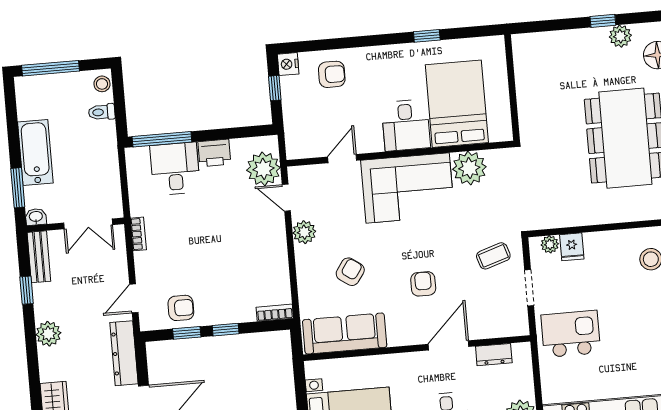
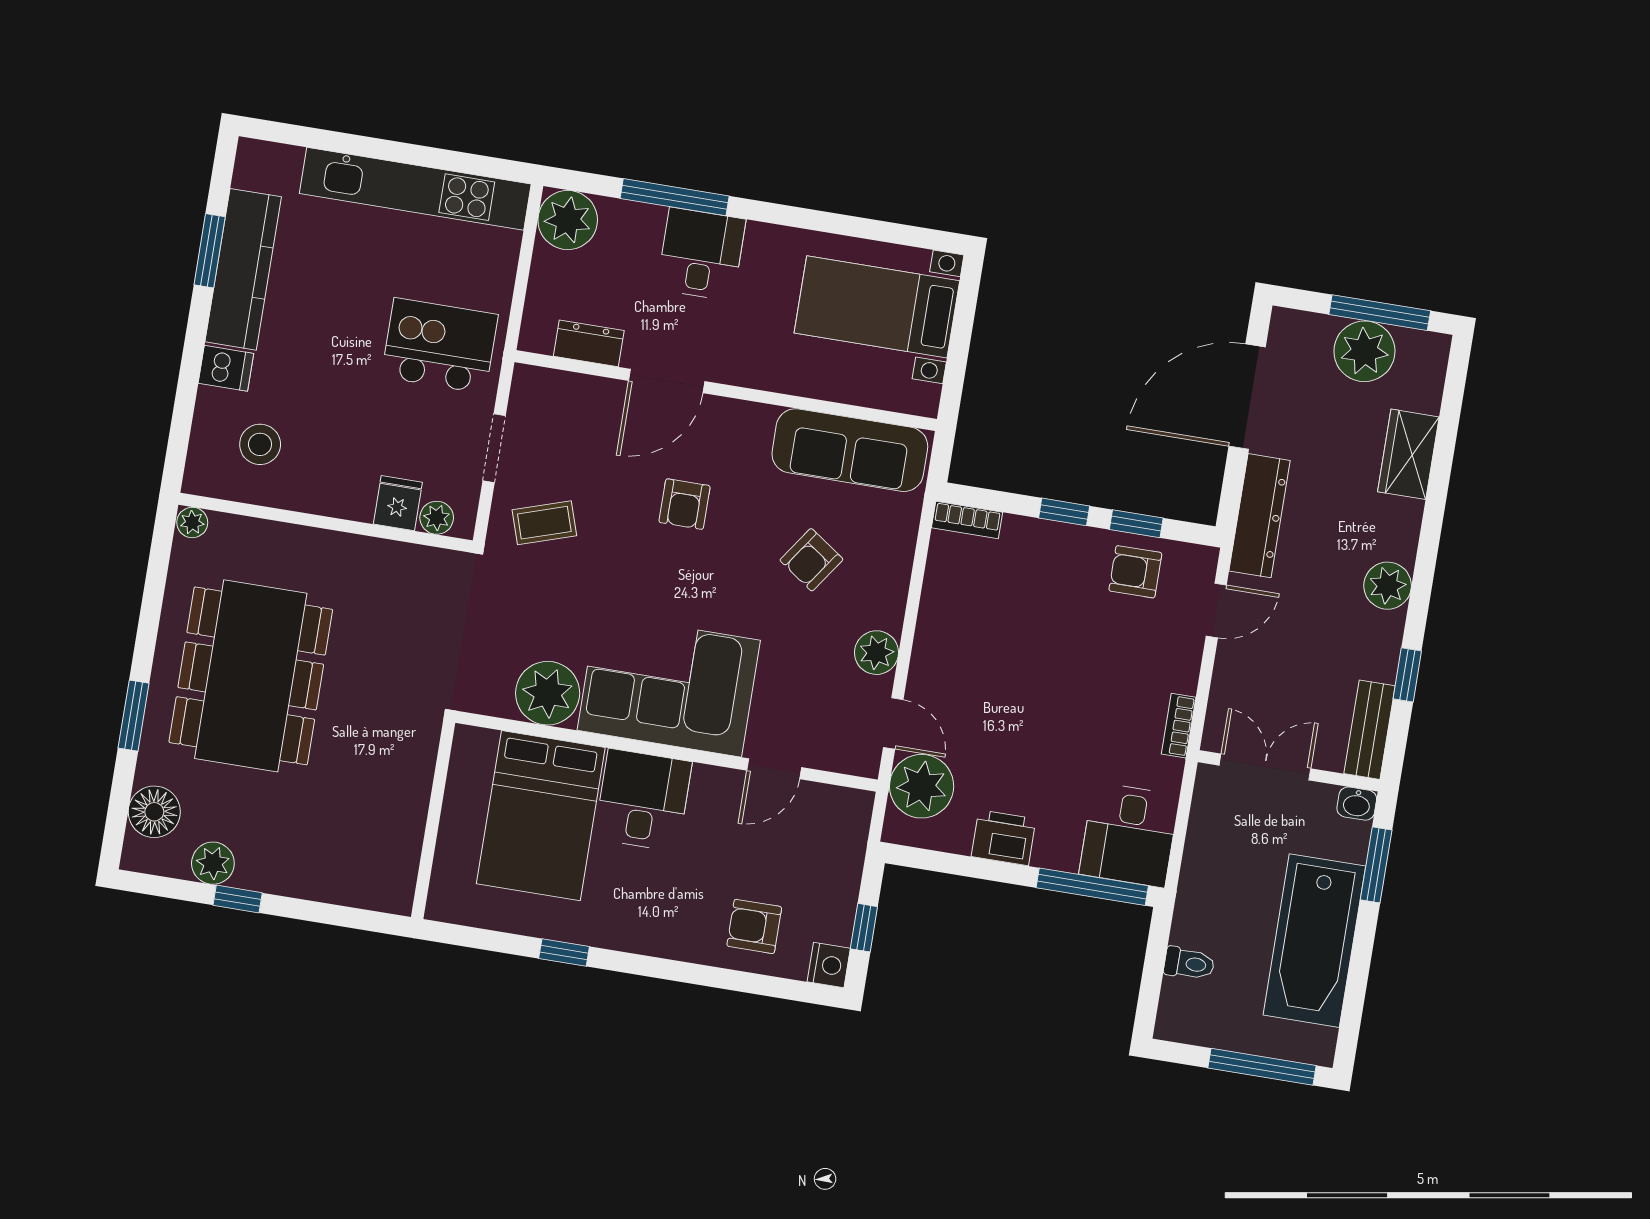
stool: (102, 84) -> (1176, 1015), removed
bathtub: (35, 153) -> (1314, 941), width x1.36, depth x1.36
desk: (175, 169) -> (1129, 835), moved
kitchen island: (571, 334) -> (440, 346), turned 180

